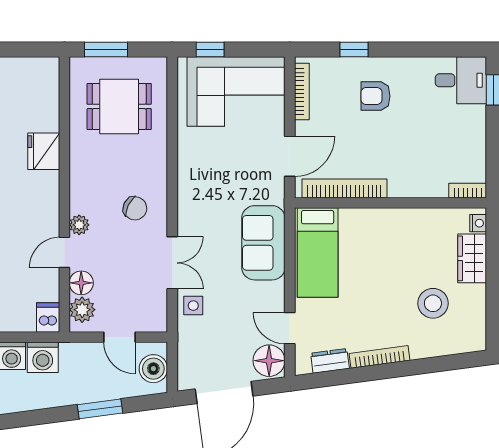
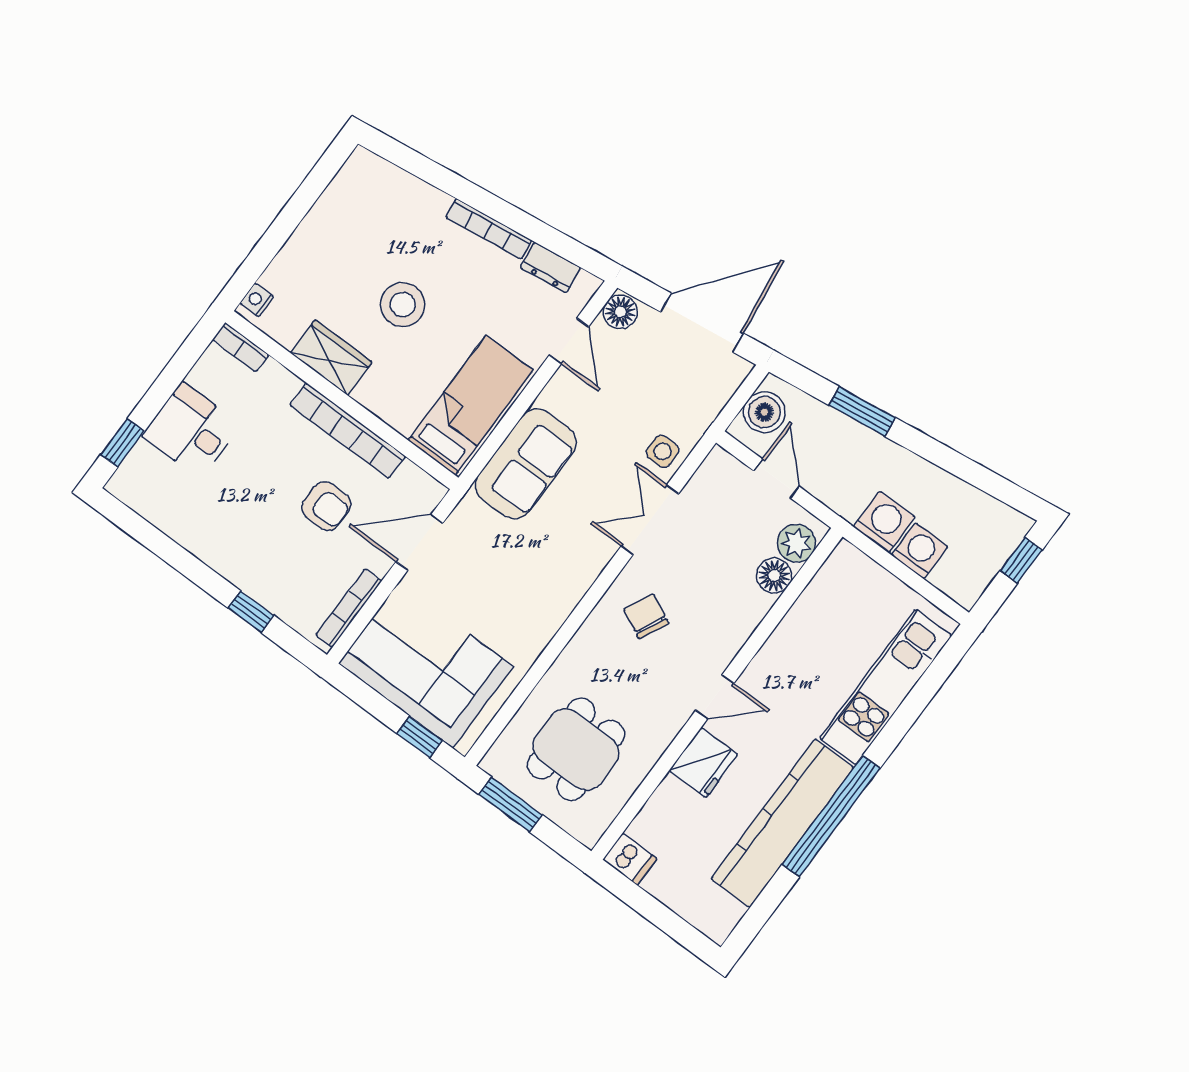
window: (106, 50) -> (510, 804), moved
desk: (461, 80) -> (191, 430), moved
armchair: (375, 96) -> (326, 506), moved
dining table: (119, 106) -> (576, 749), turned 90
bookcase: (344, 188) -> (348, 431), moved
plant: (79, 225) -> (726, 645), removed
door: (64, 252) -> (715, 697), moved
wardrobe: (472, 258) -> (331, 358), moved, turned -90
stool: (433, 303) -> (403, 305), moved
dishwasher: (48, 318) -> (630, 859), moved, turned -90
floor lamp: (269, 361) -> (620, 312), width x0.73, depth x0.73

